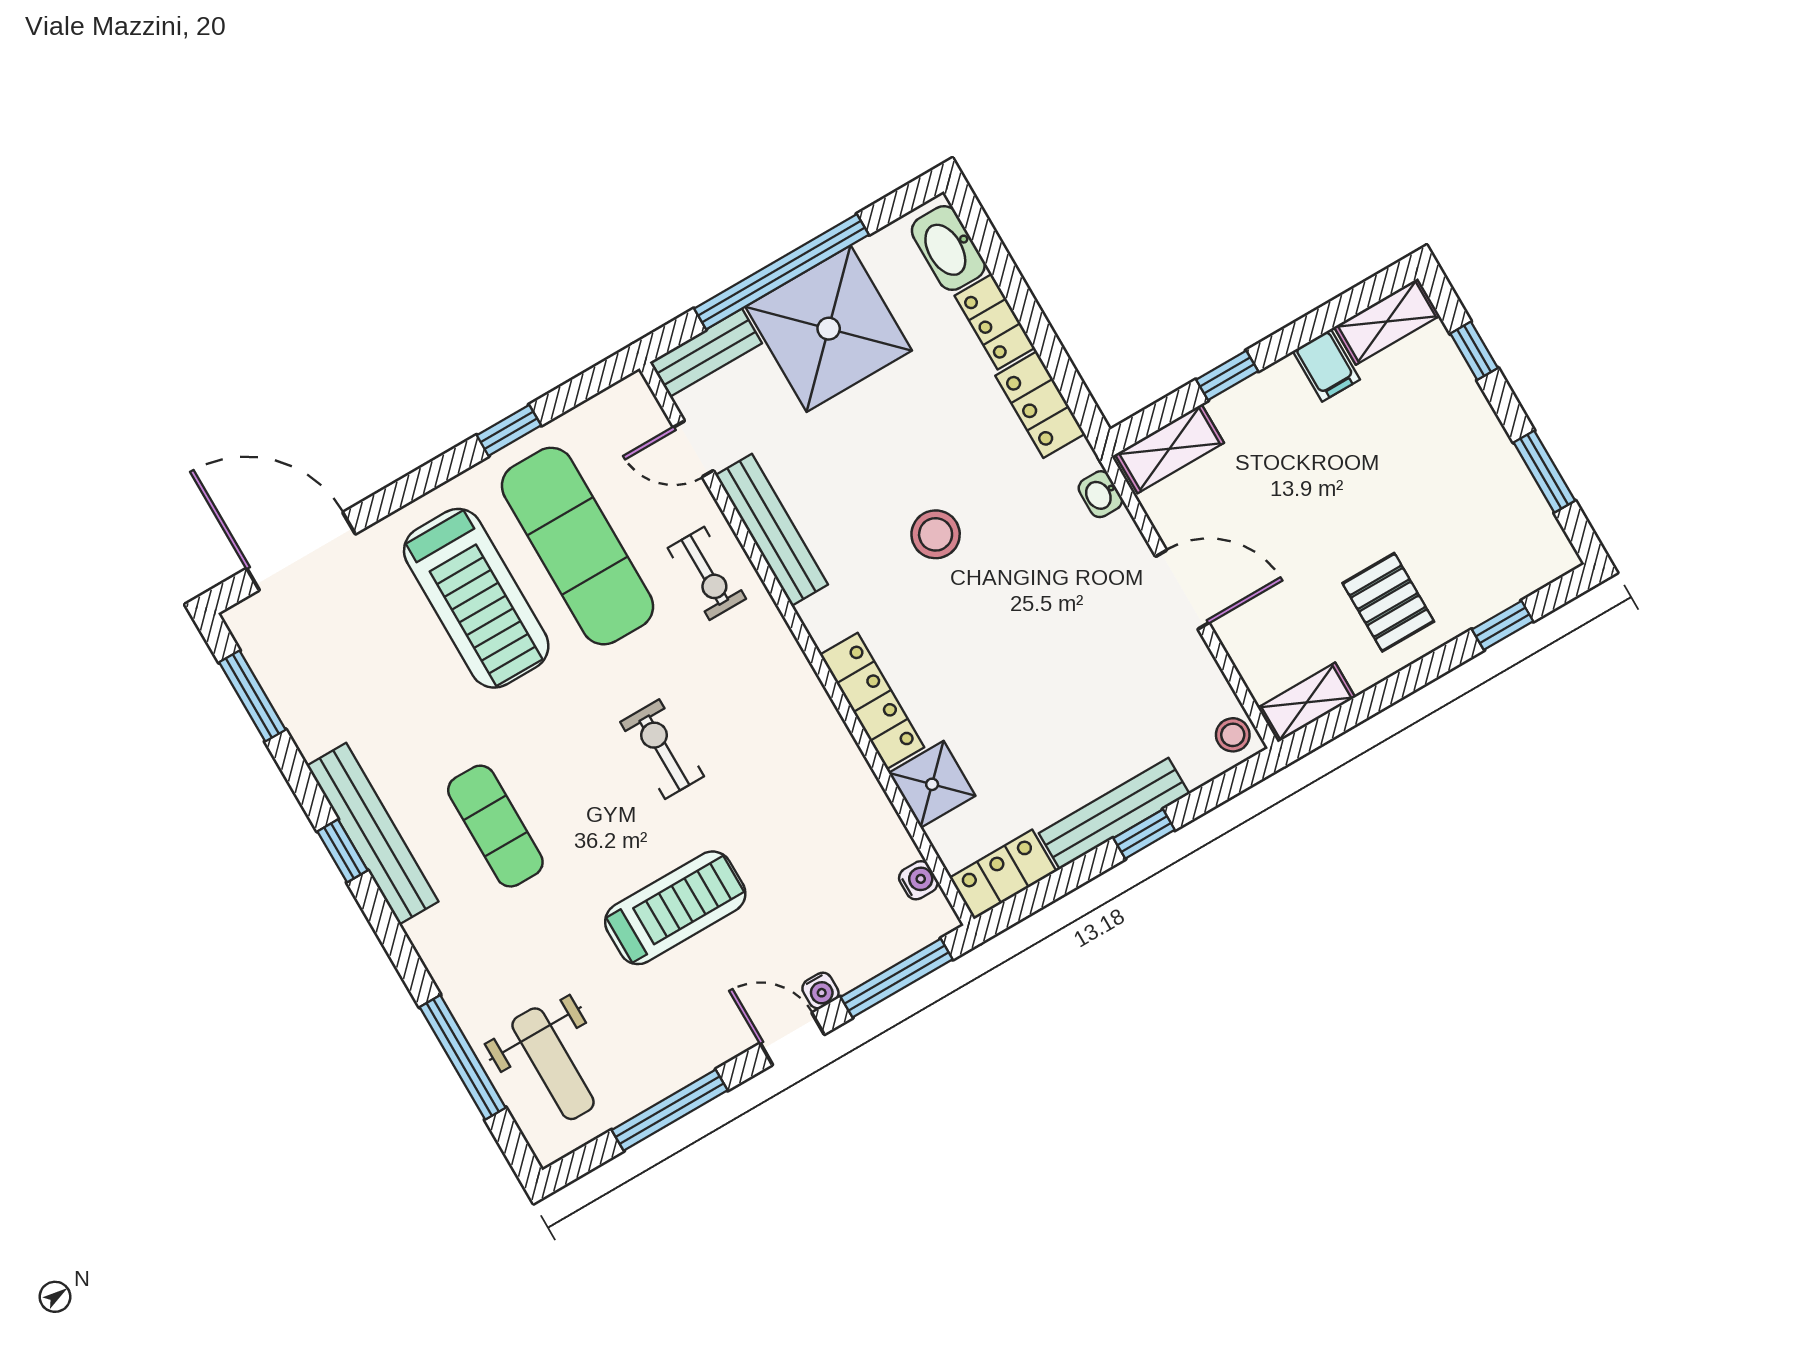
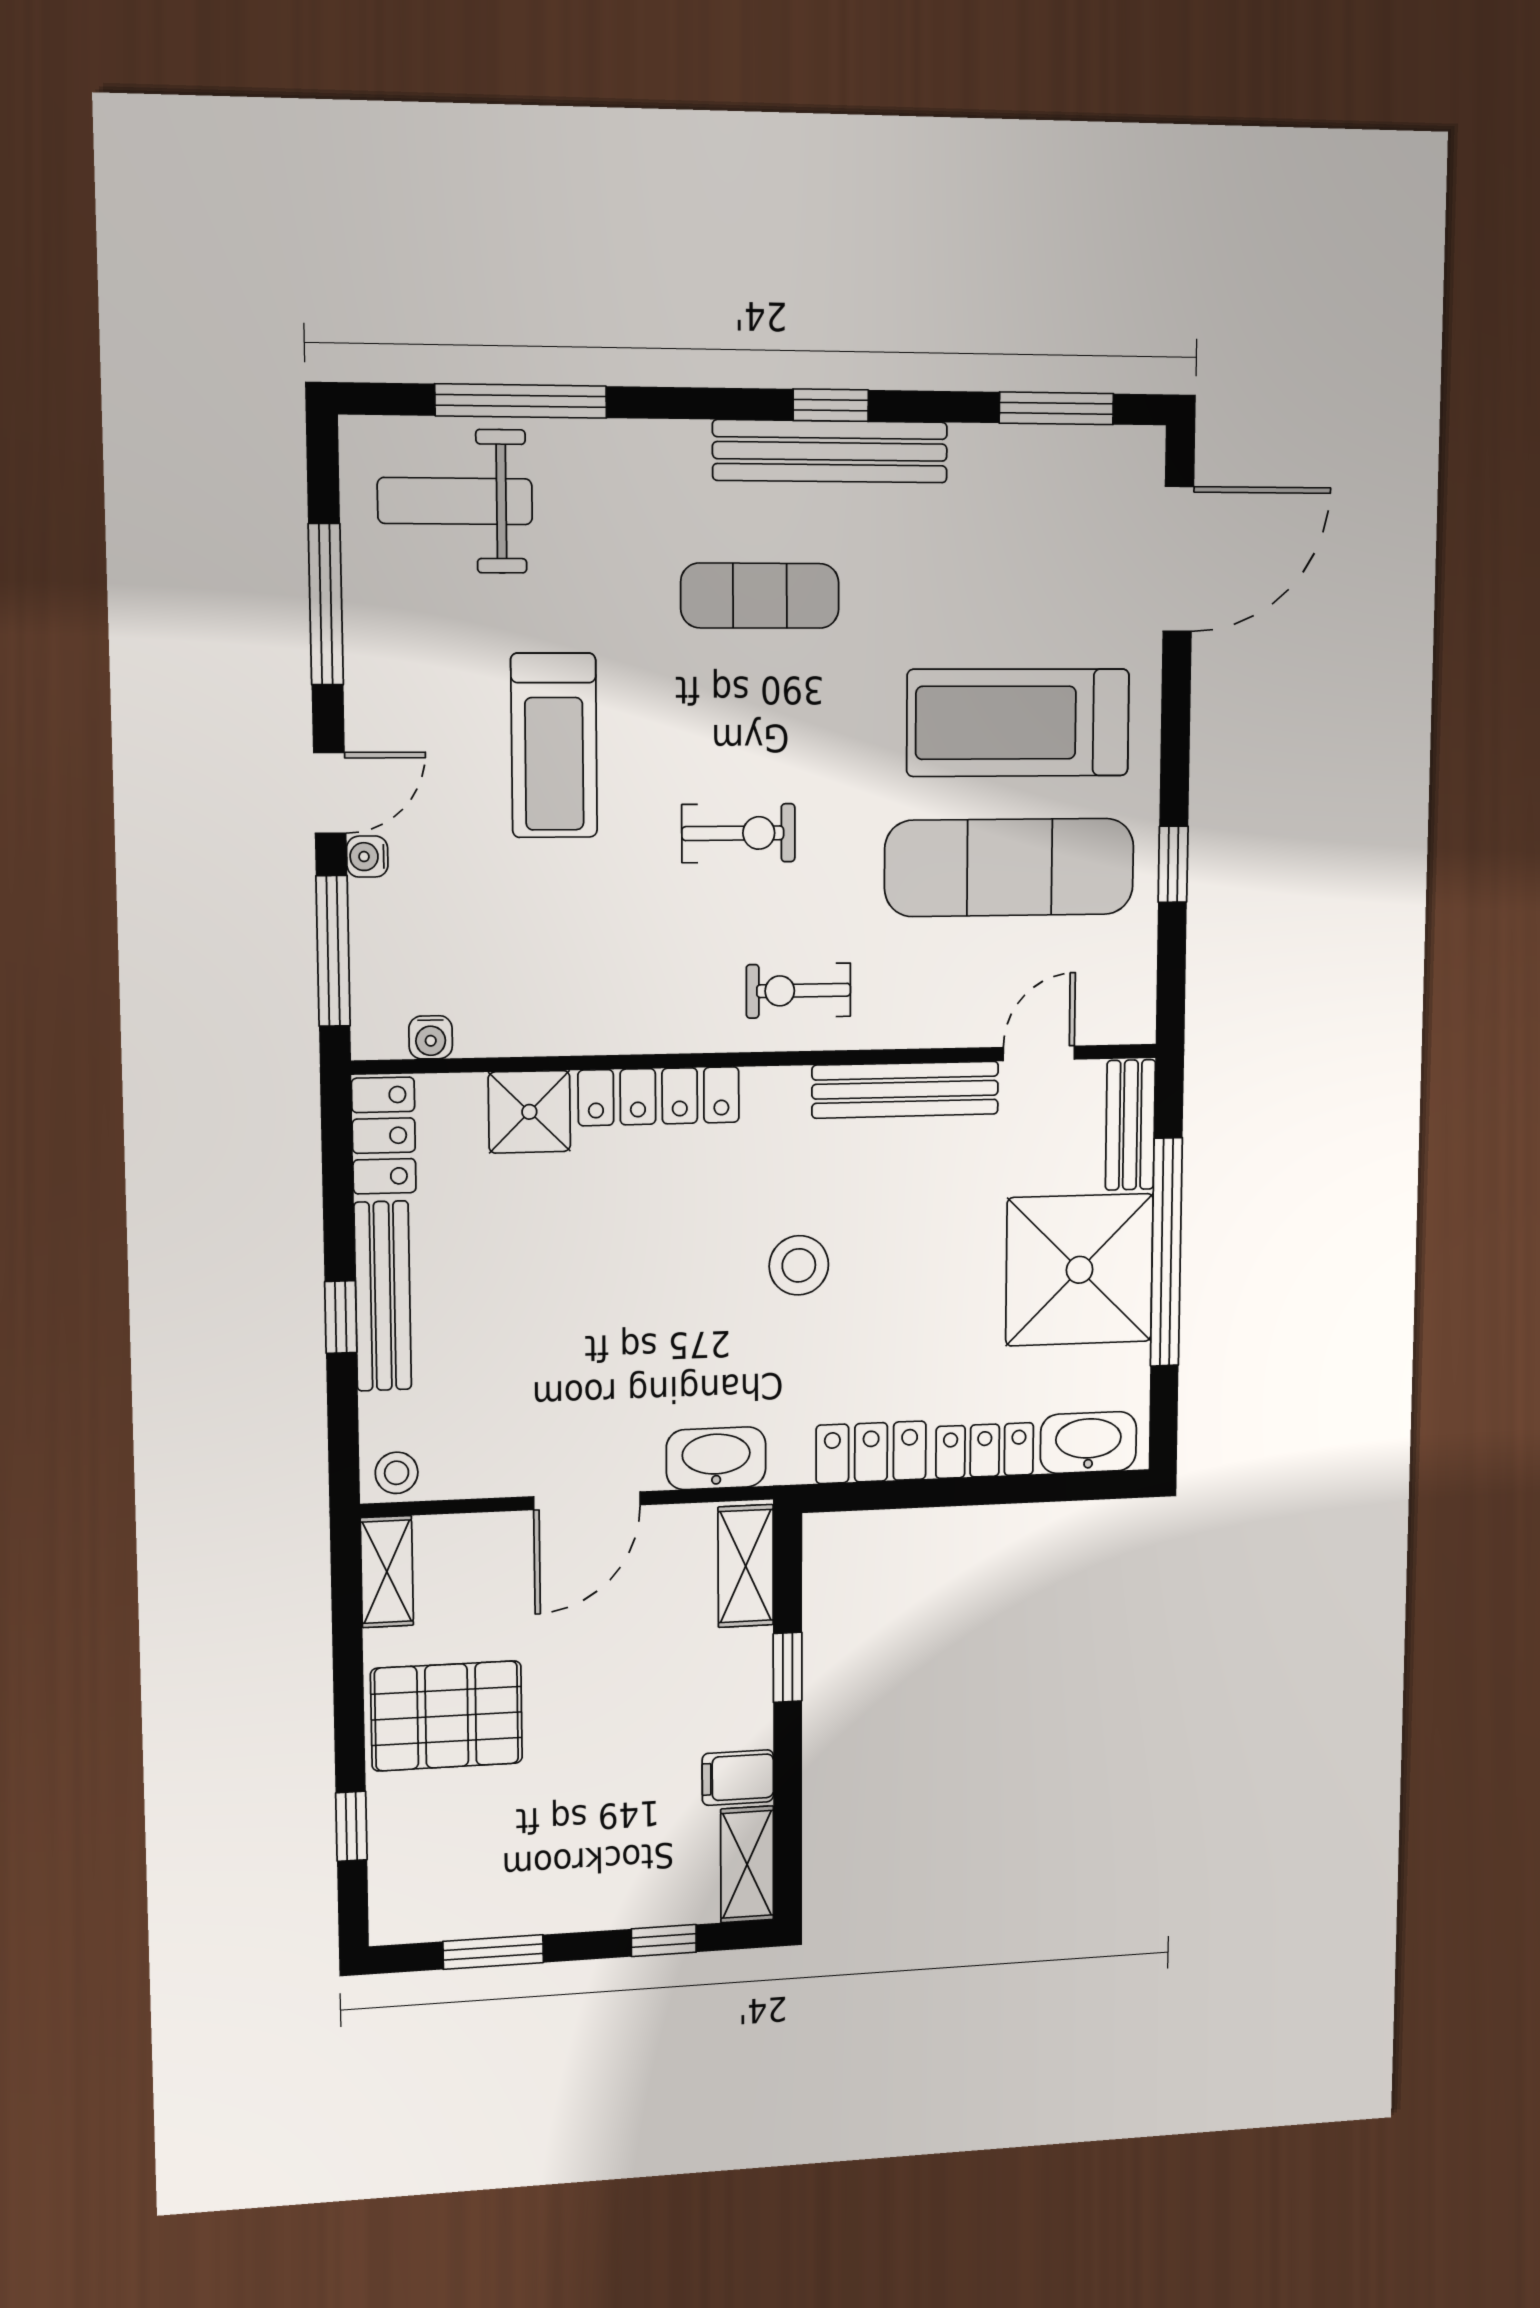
washbasin: (1100, 494) -> (716, 1458), width x1.91, depth x1.45
exercise bike: (707, 573) -> (799, 991), moved
pallet: (1388, 602) -> (447, 1716), width x1.50, depth x1.42

